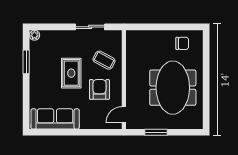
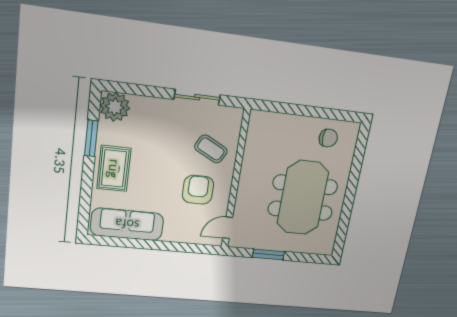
plant: (34, 35) -> (115, 107), width x1.88, depth x1.88
rug: (71, 73) -> (114, 169), moved

